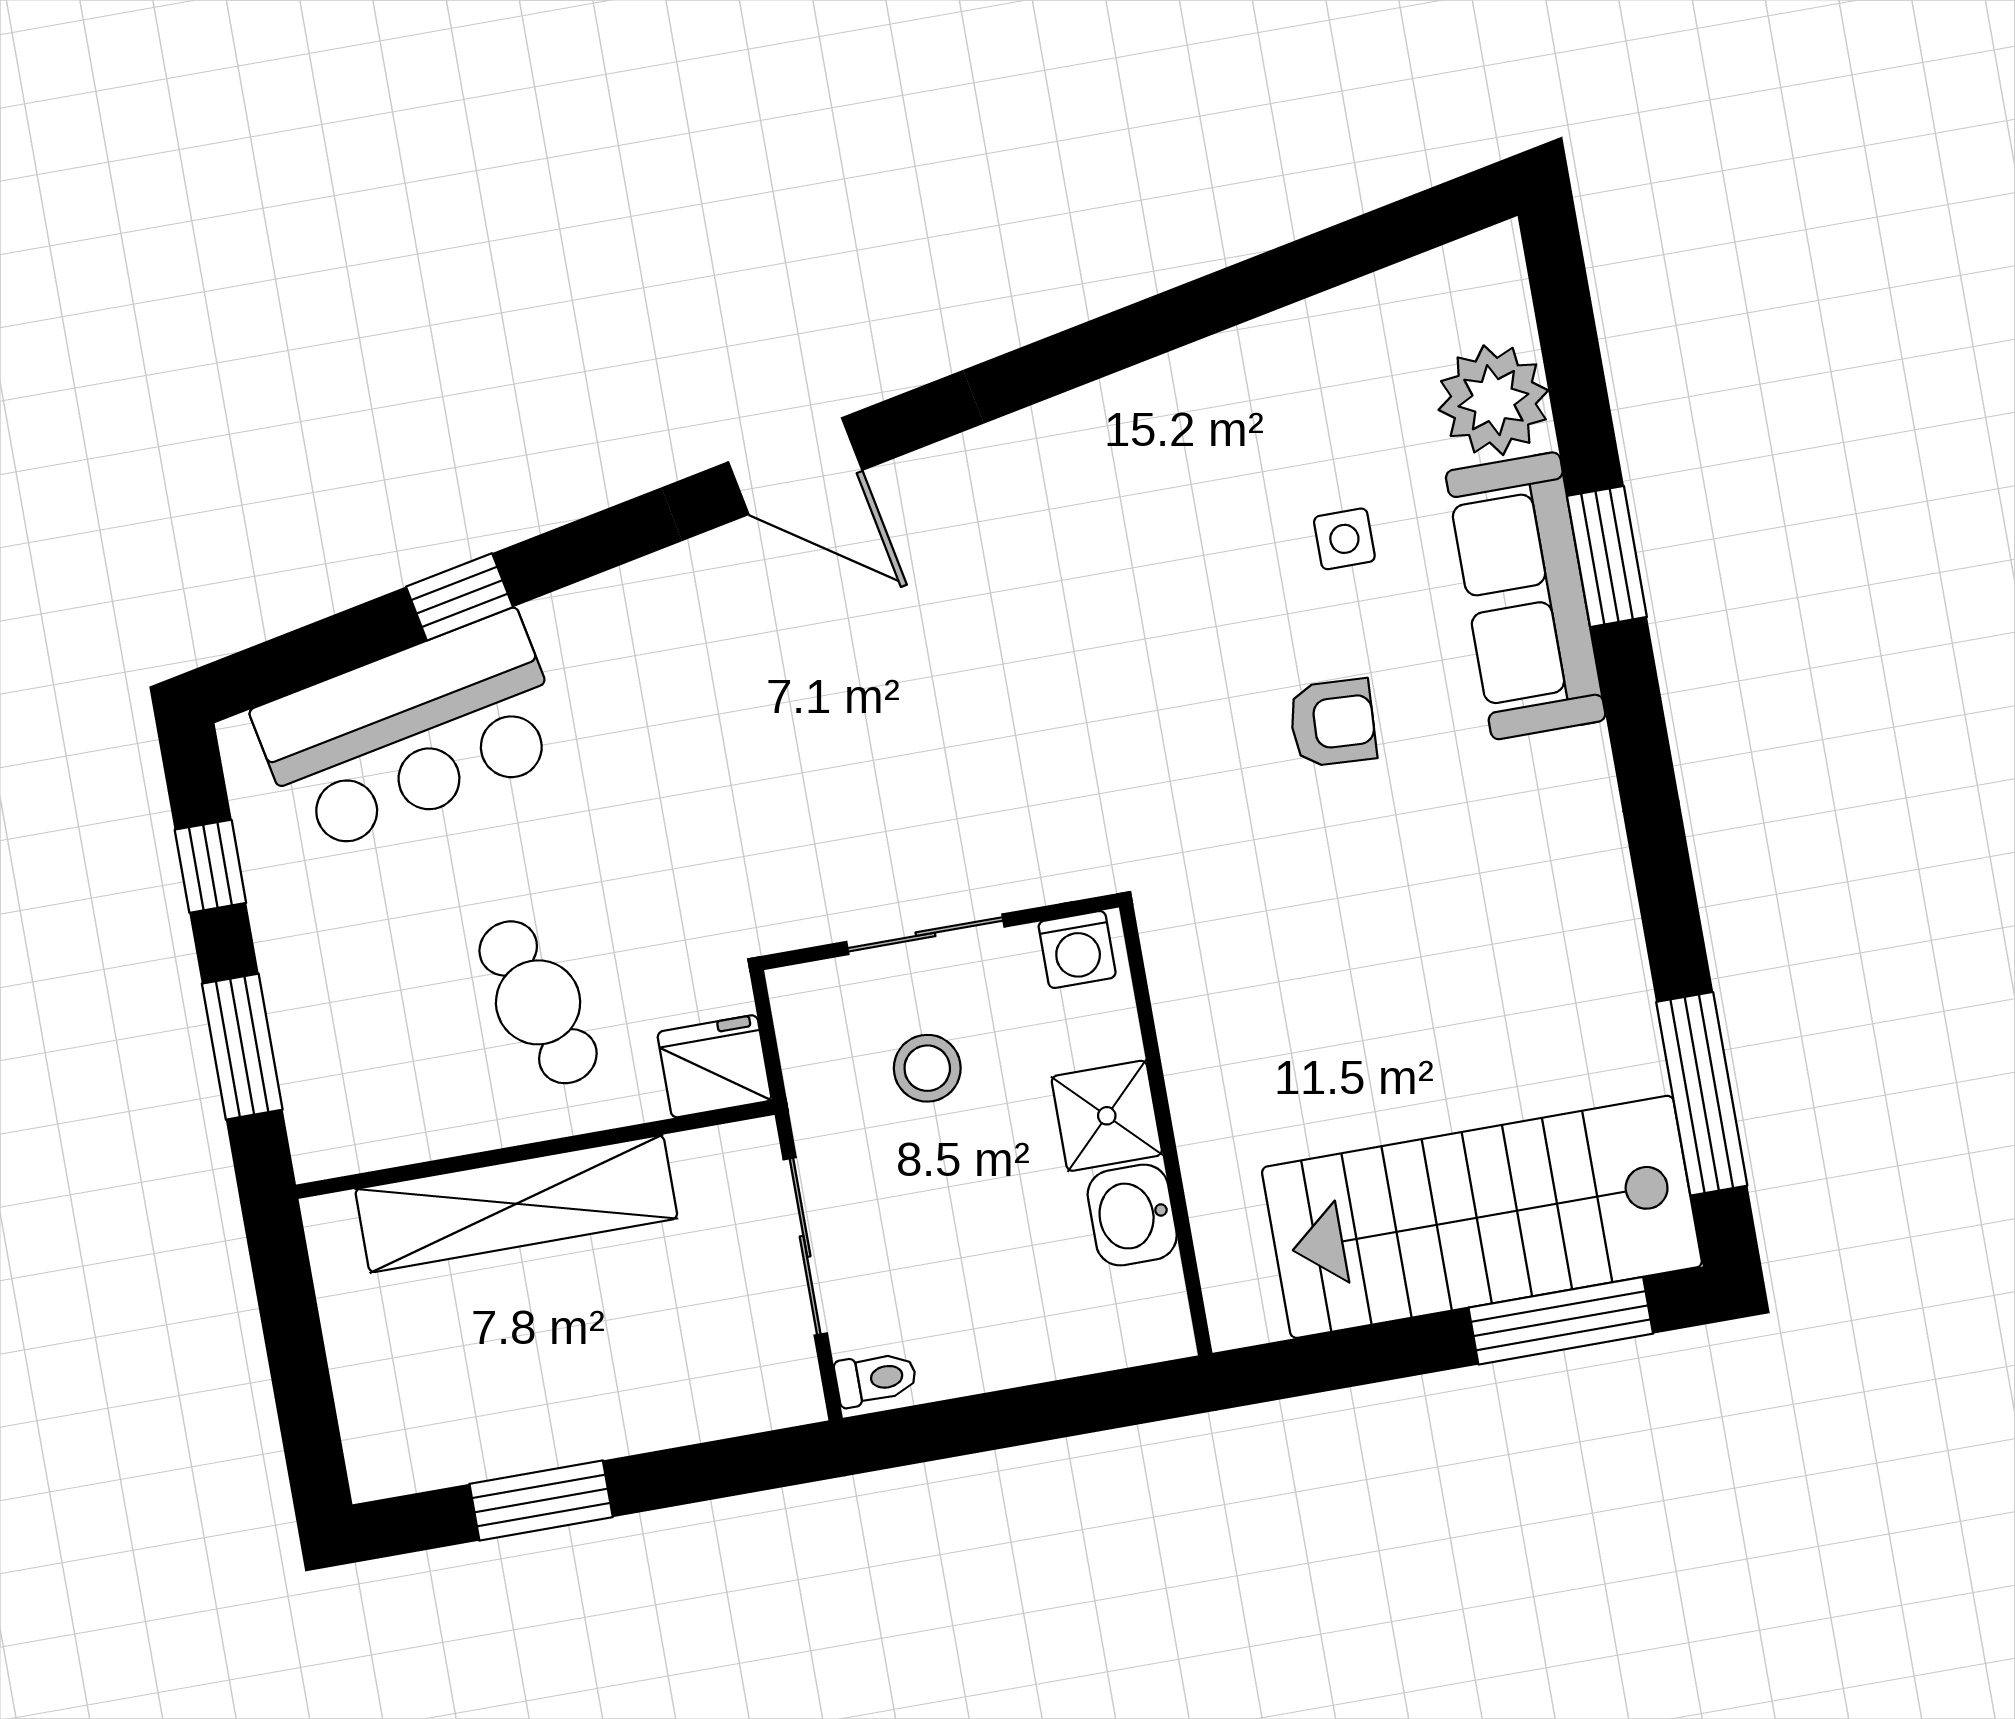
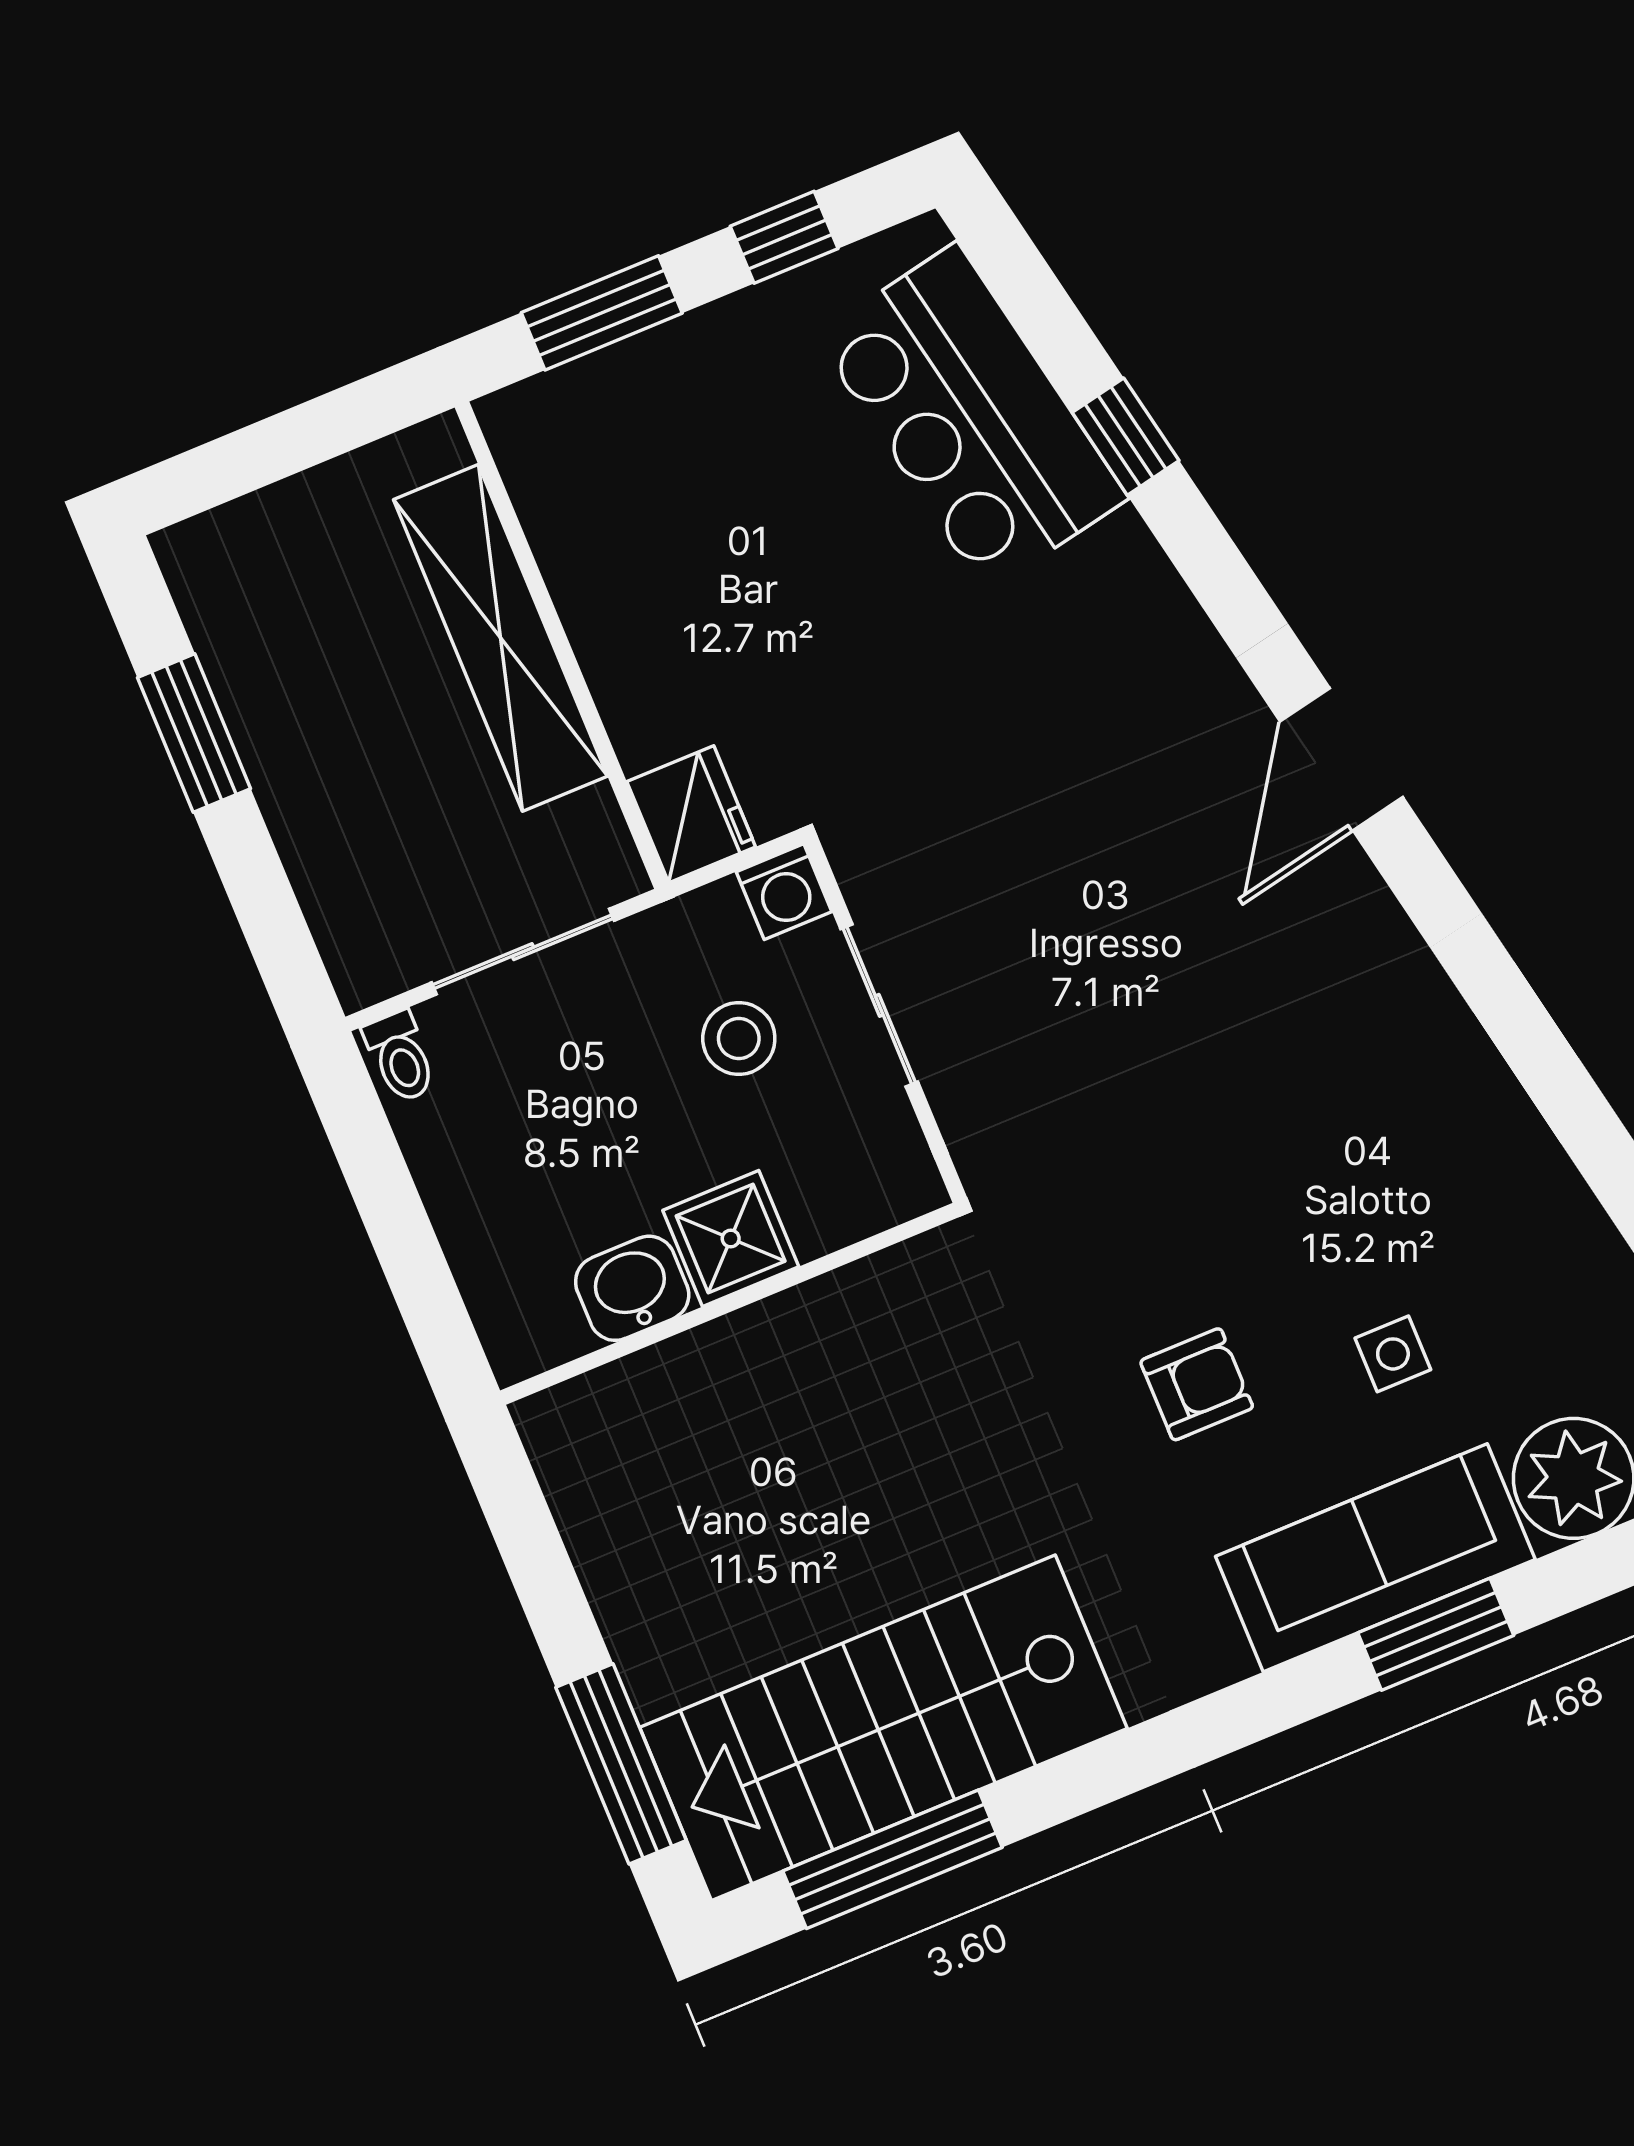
armchair: (1333, 723) -> (1197, 1384), turned -93
washing machine: (1077, 950) -> (784, 892), moved, turned -90
cafe table: (538, 1002) -> (717, 614), removed
stairs: (1482, 1217) -> (883, 1728), moved, turned -90

